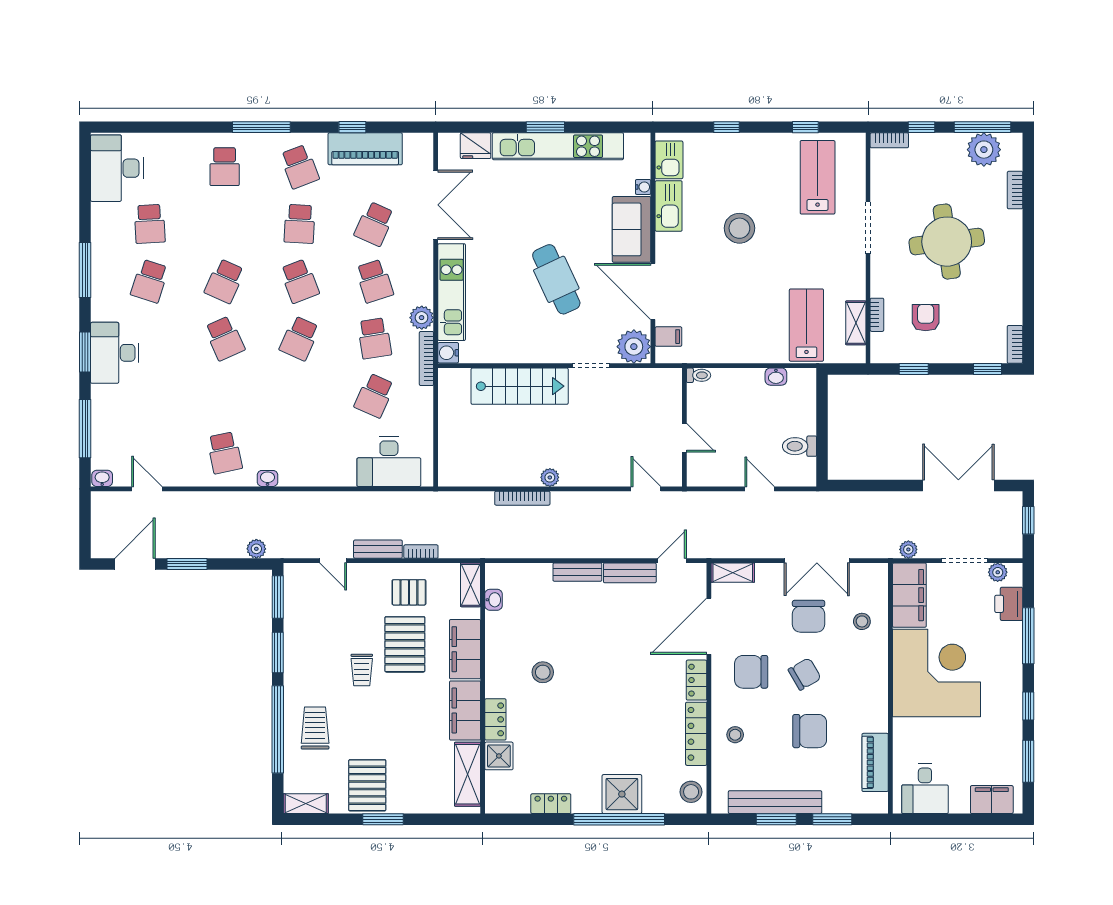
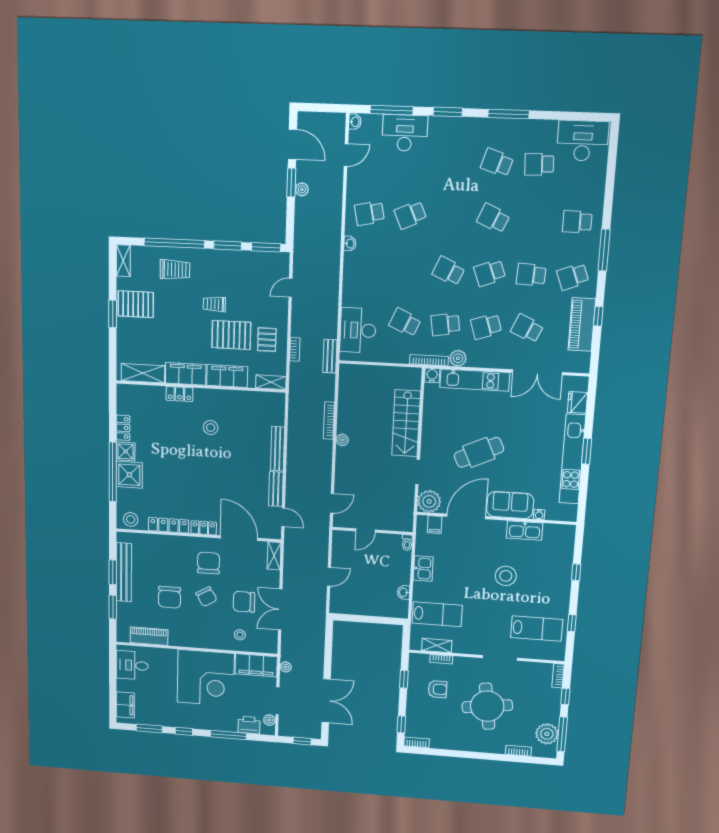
kitchen sink: (669, 160) -> (423, 569), moved, turned -90
school desk: (225, 338) -> (410, 215), moved
desk: (115, 353) -> (405, 133), moved
toilet: (800, 446) -> (356, 604), removed
plant: (256, 549) -> (302, 189), moved
bench: (378, 549) -> (330, 356), moved
bench: (577, 572) -> (278, 449), width x1.36
washbasin: (494, 600) -> (260, 397), removed
stool: (735, 735) -> (168, 550), removed
shower: (499, 756) -> (126, 451), moved

